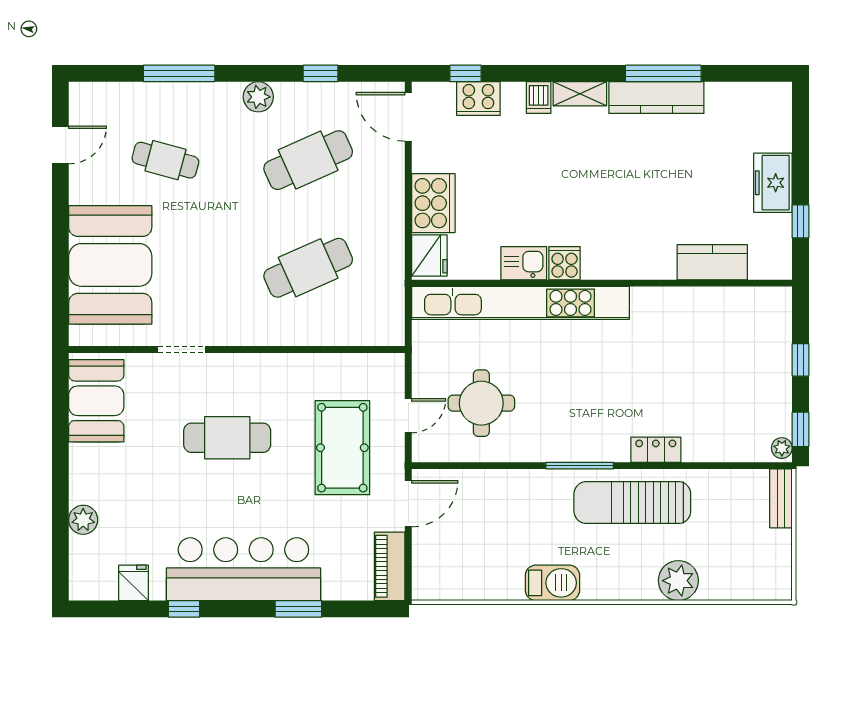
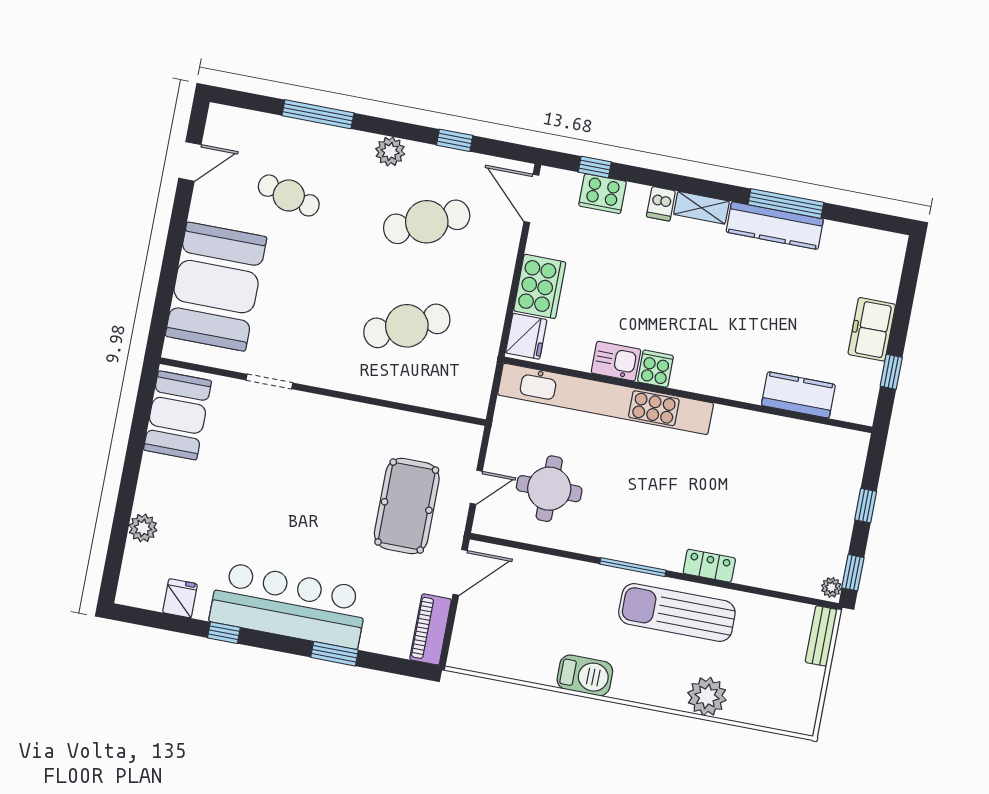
cafe table: (227, 438) -> (297, 475), removed

